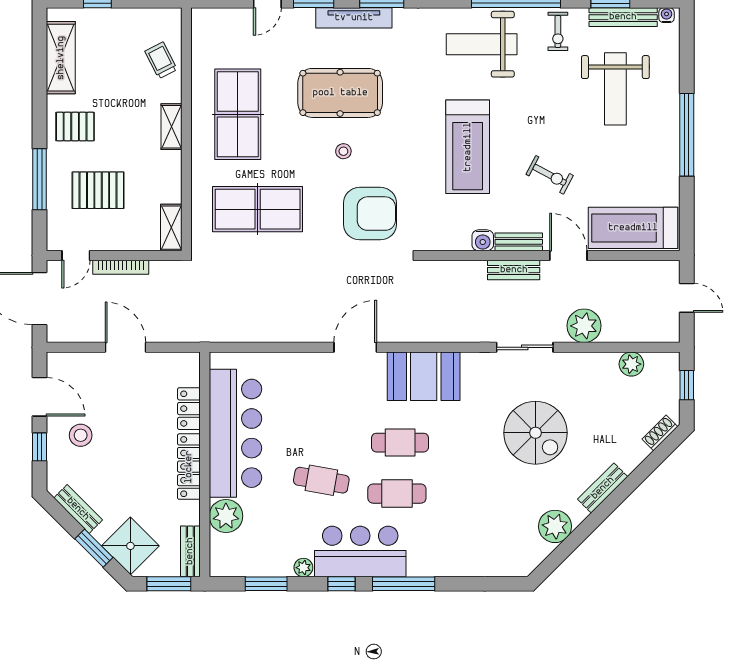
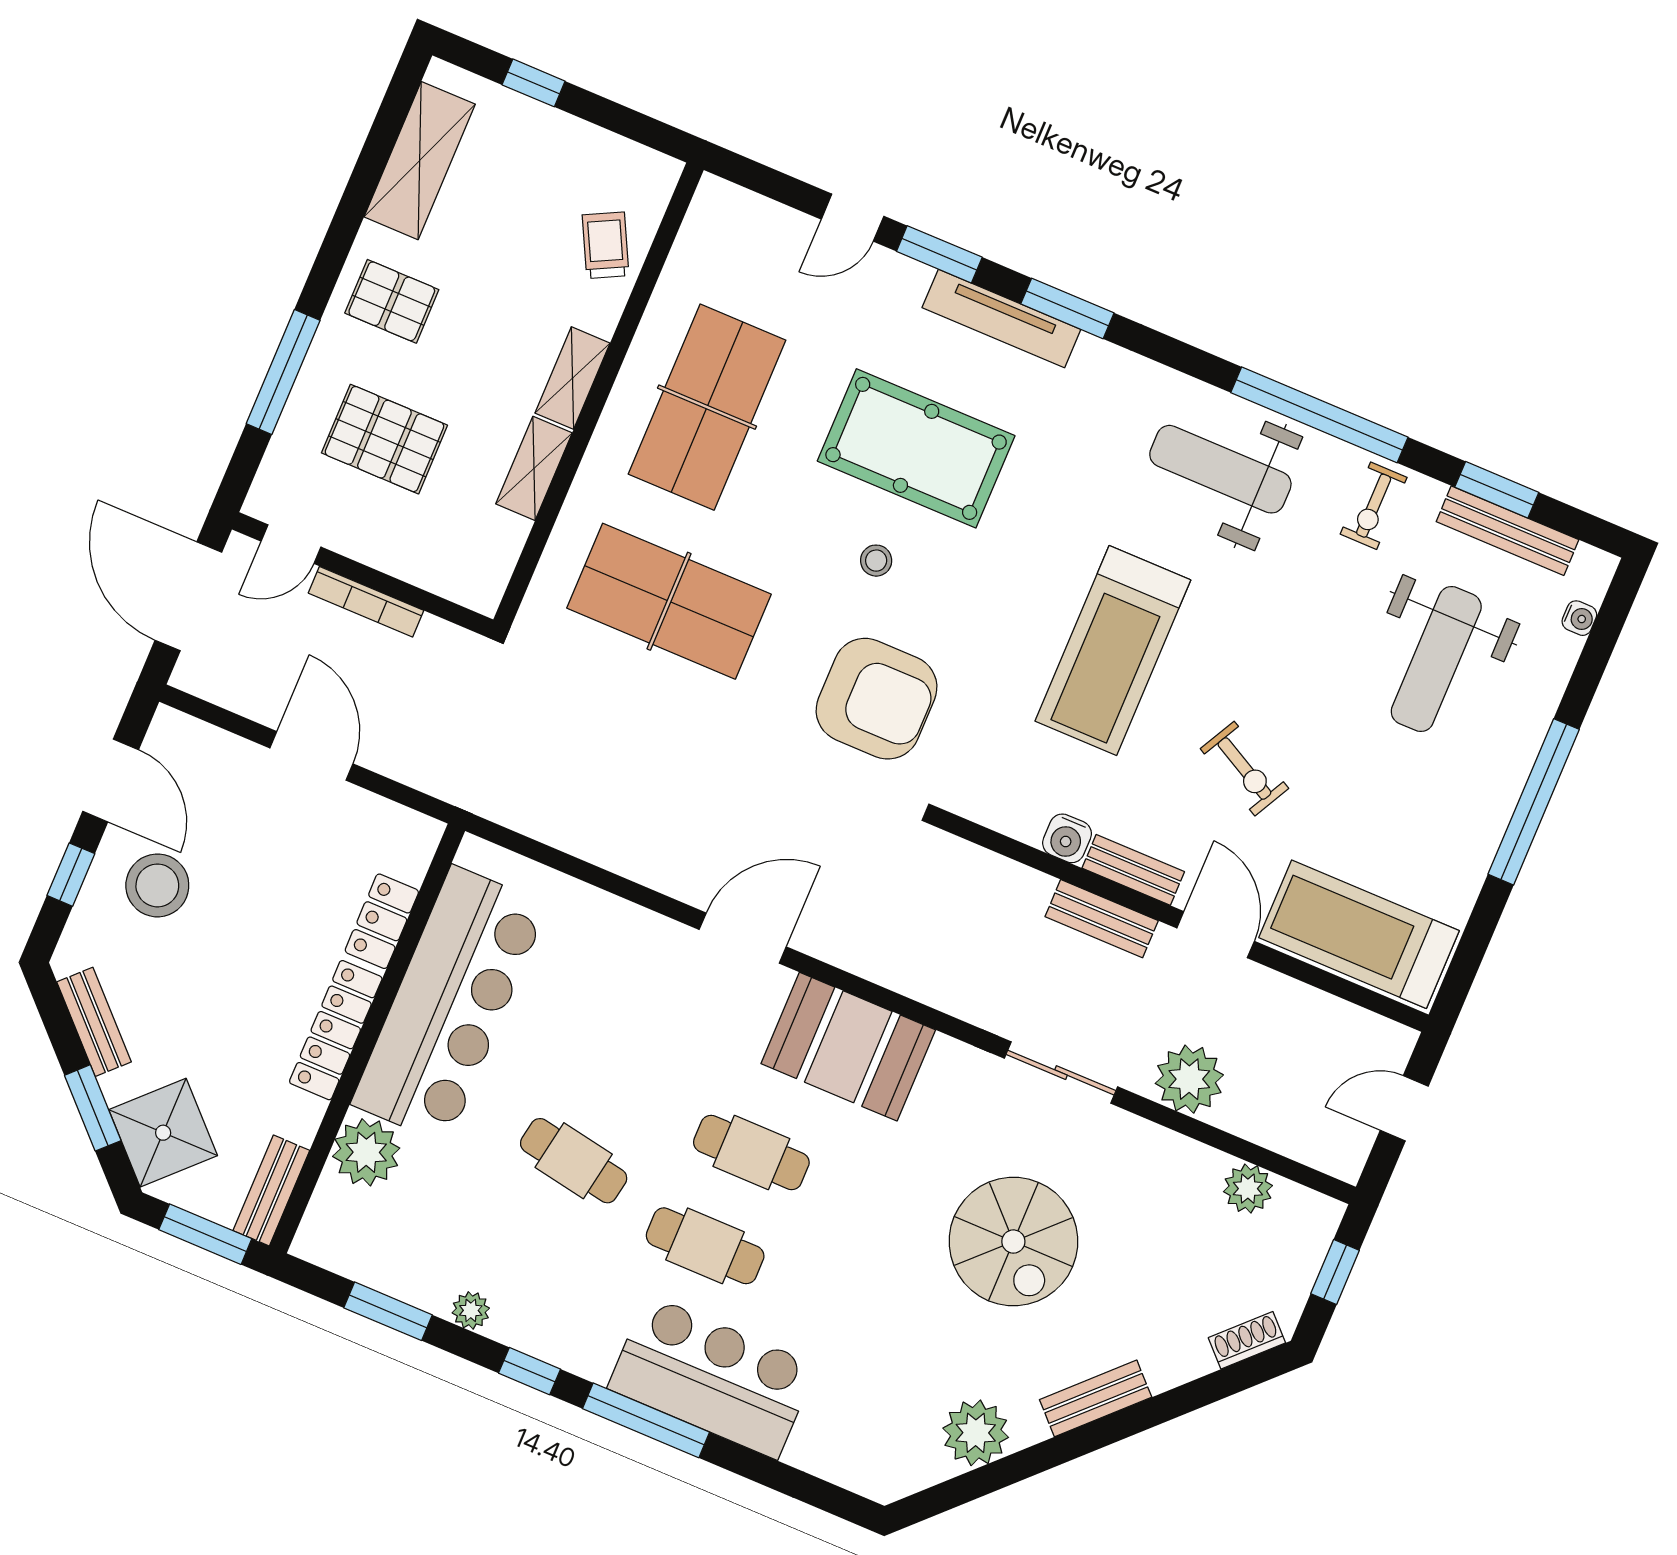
water cooler: (666, 15) -> (1579, 618), moved, turned 90
shelving: (171, 228) -> (534, 468), moved
door: (687, 298) -> (1404, 1108), swing flipped
stool: (81, 435) -> (157, 885), width x1.38, depth x1.38
bar counter: (360, 551) -> (712, 1377), moved

